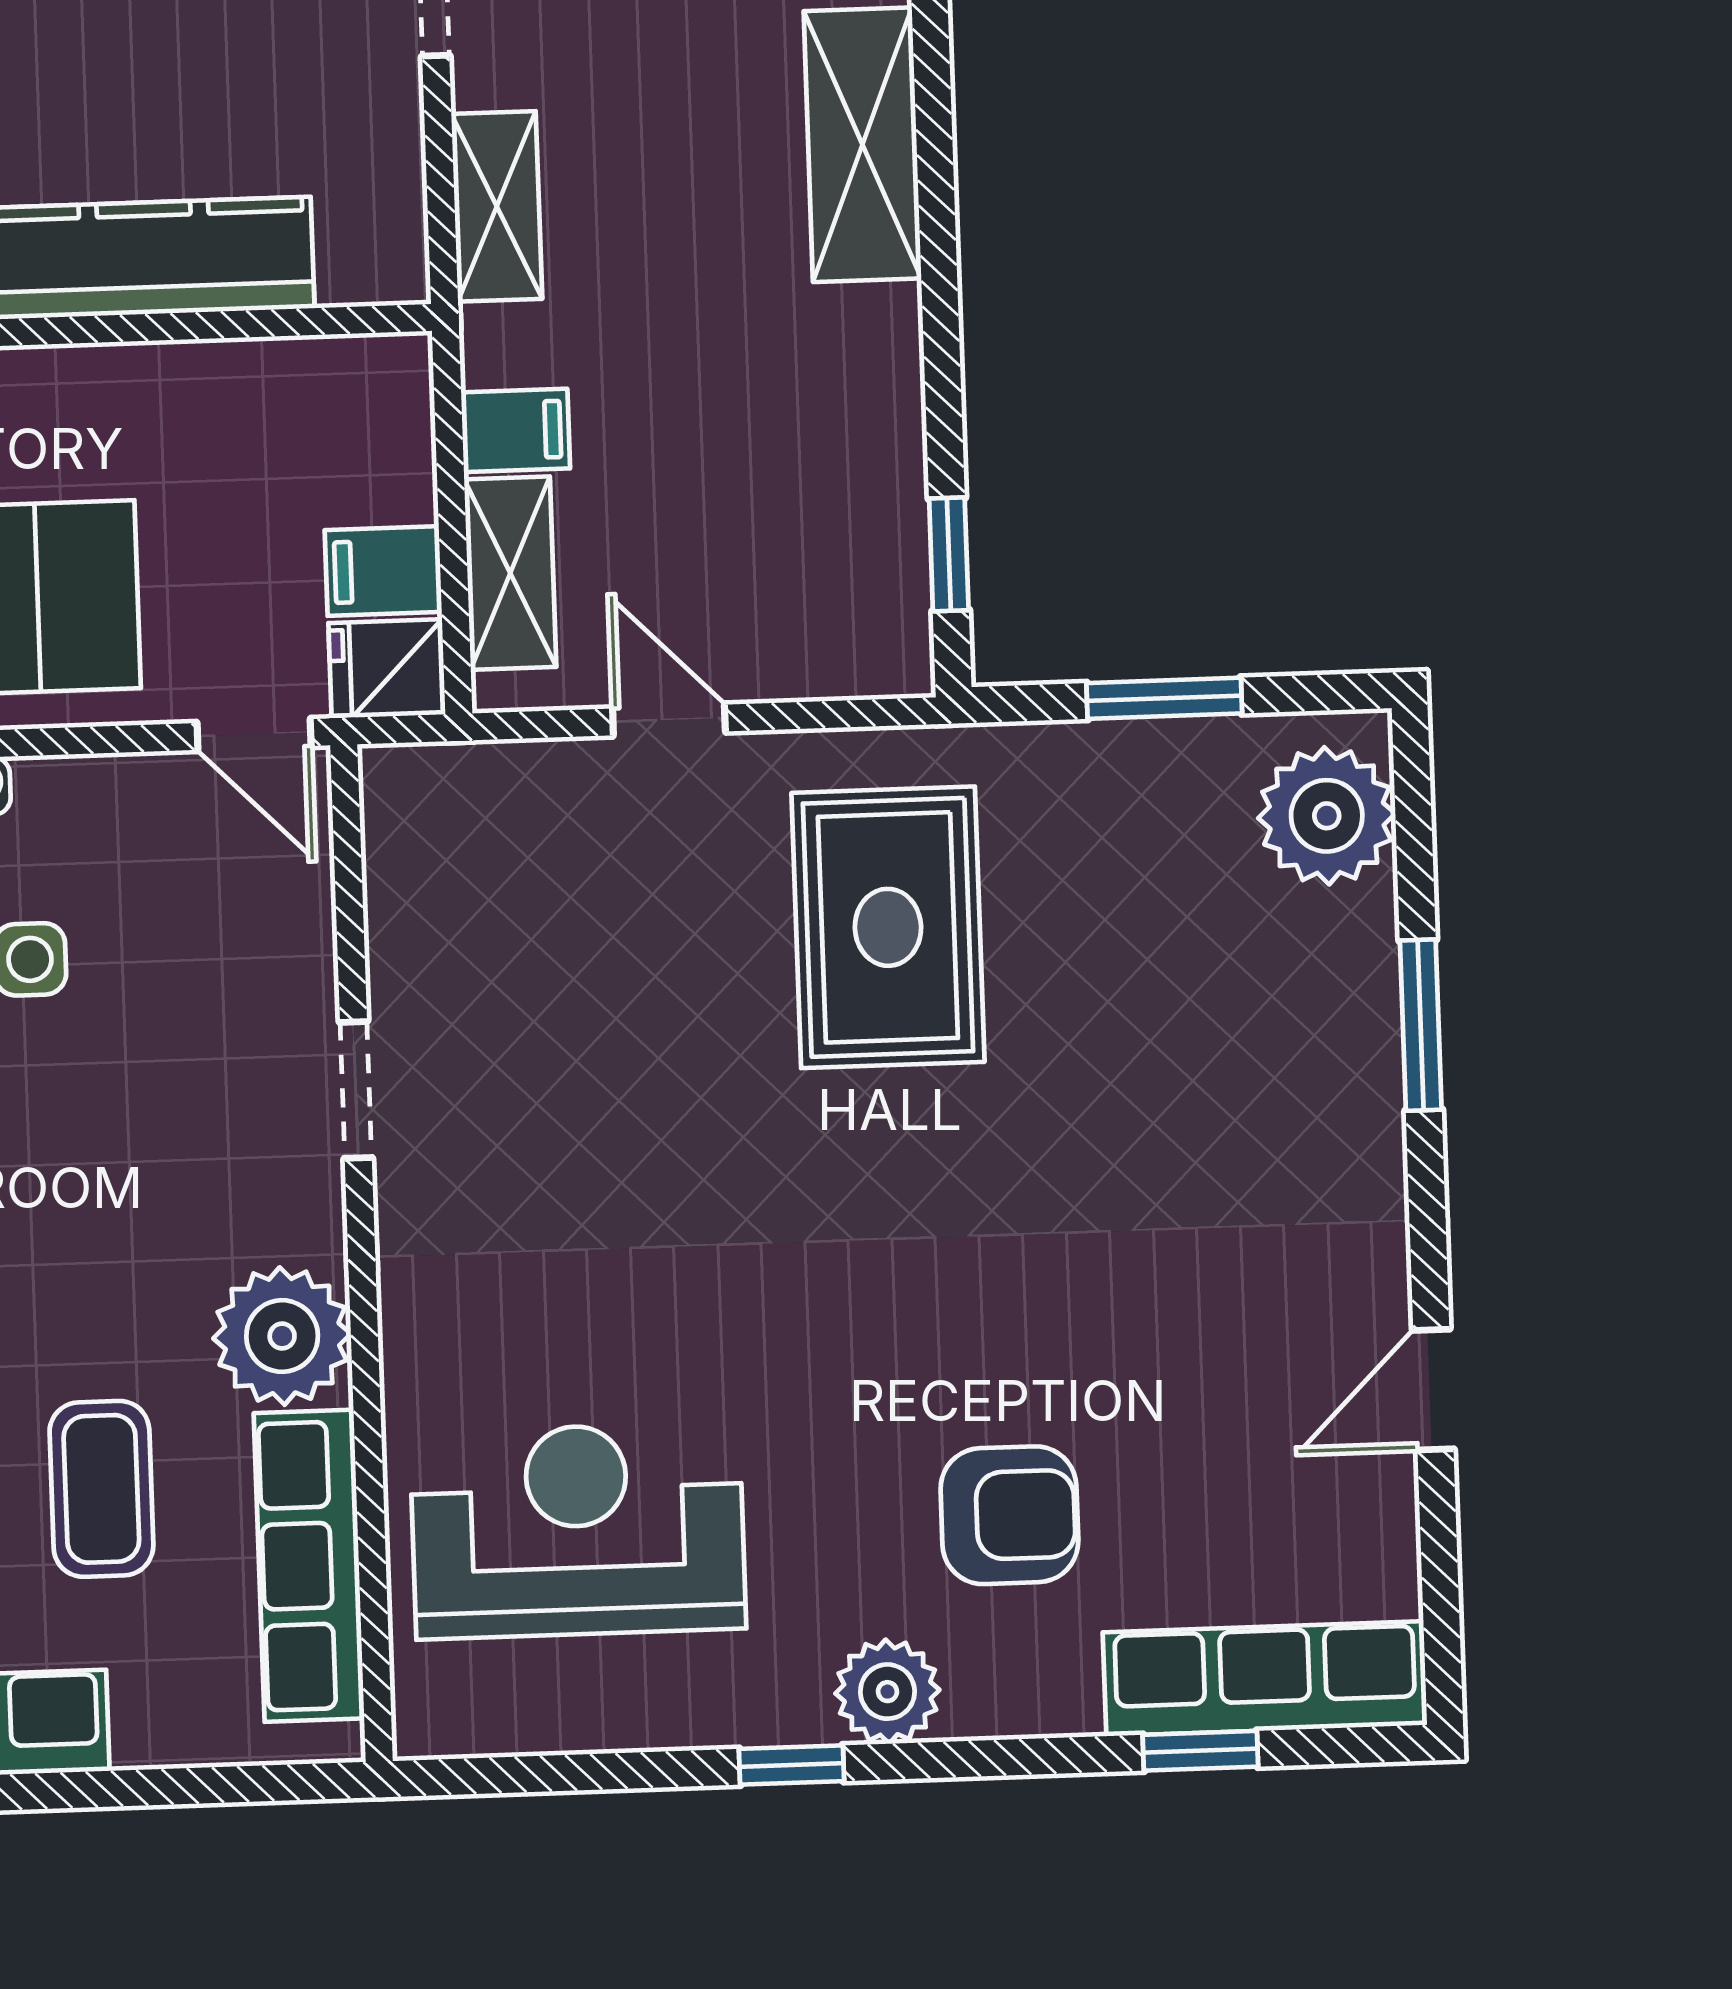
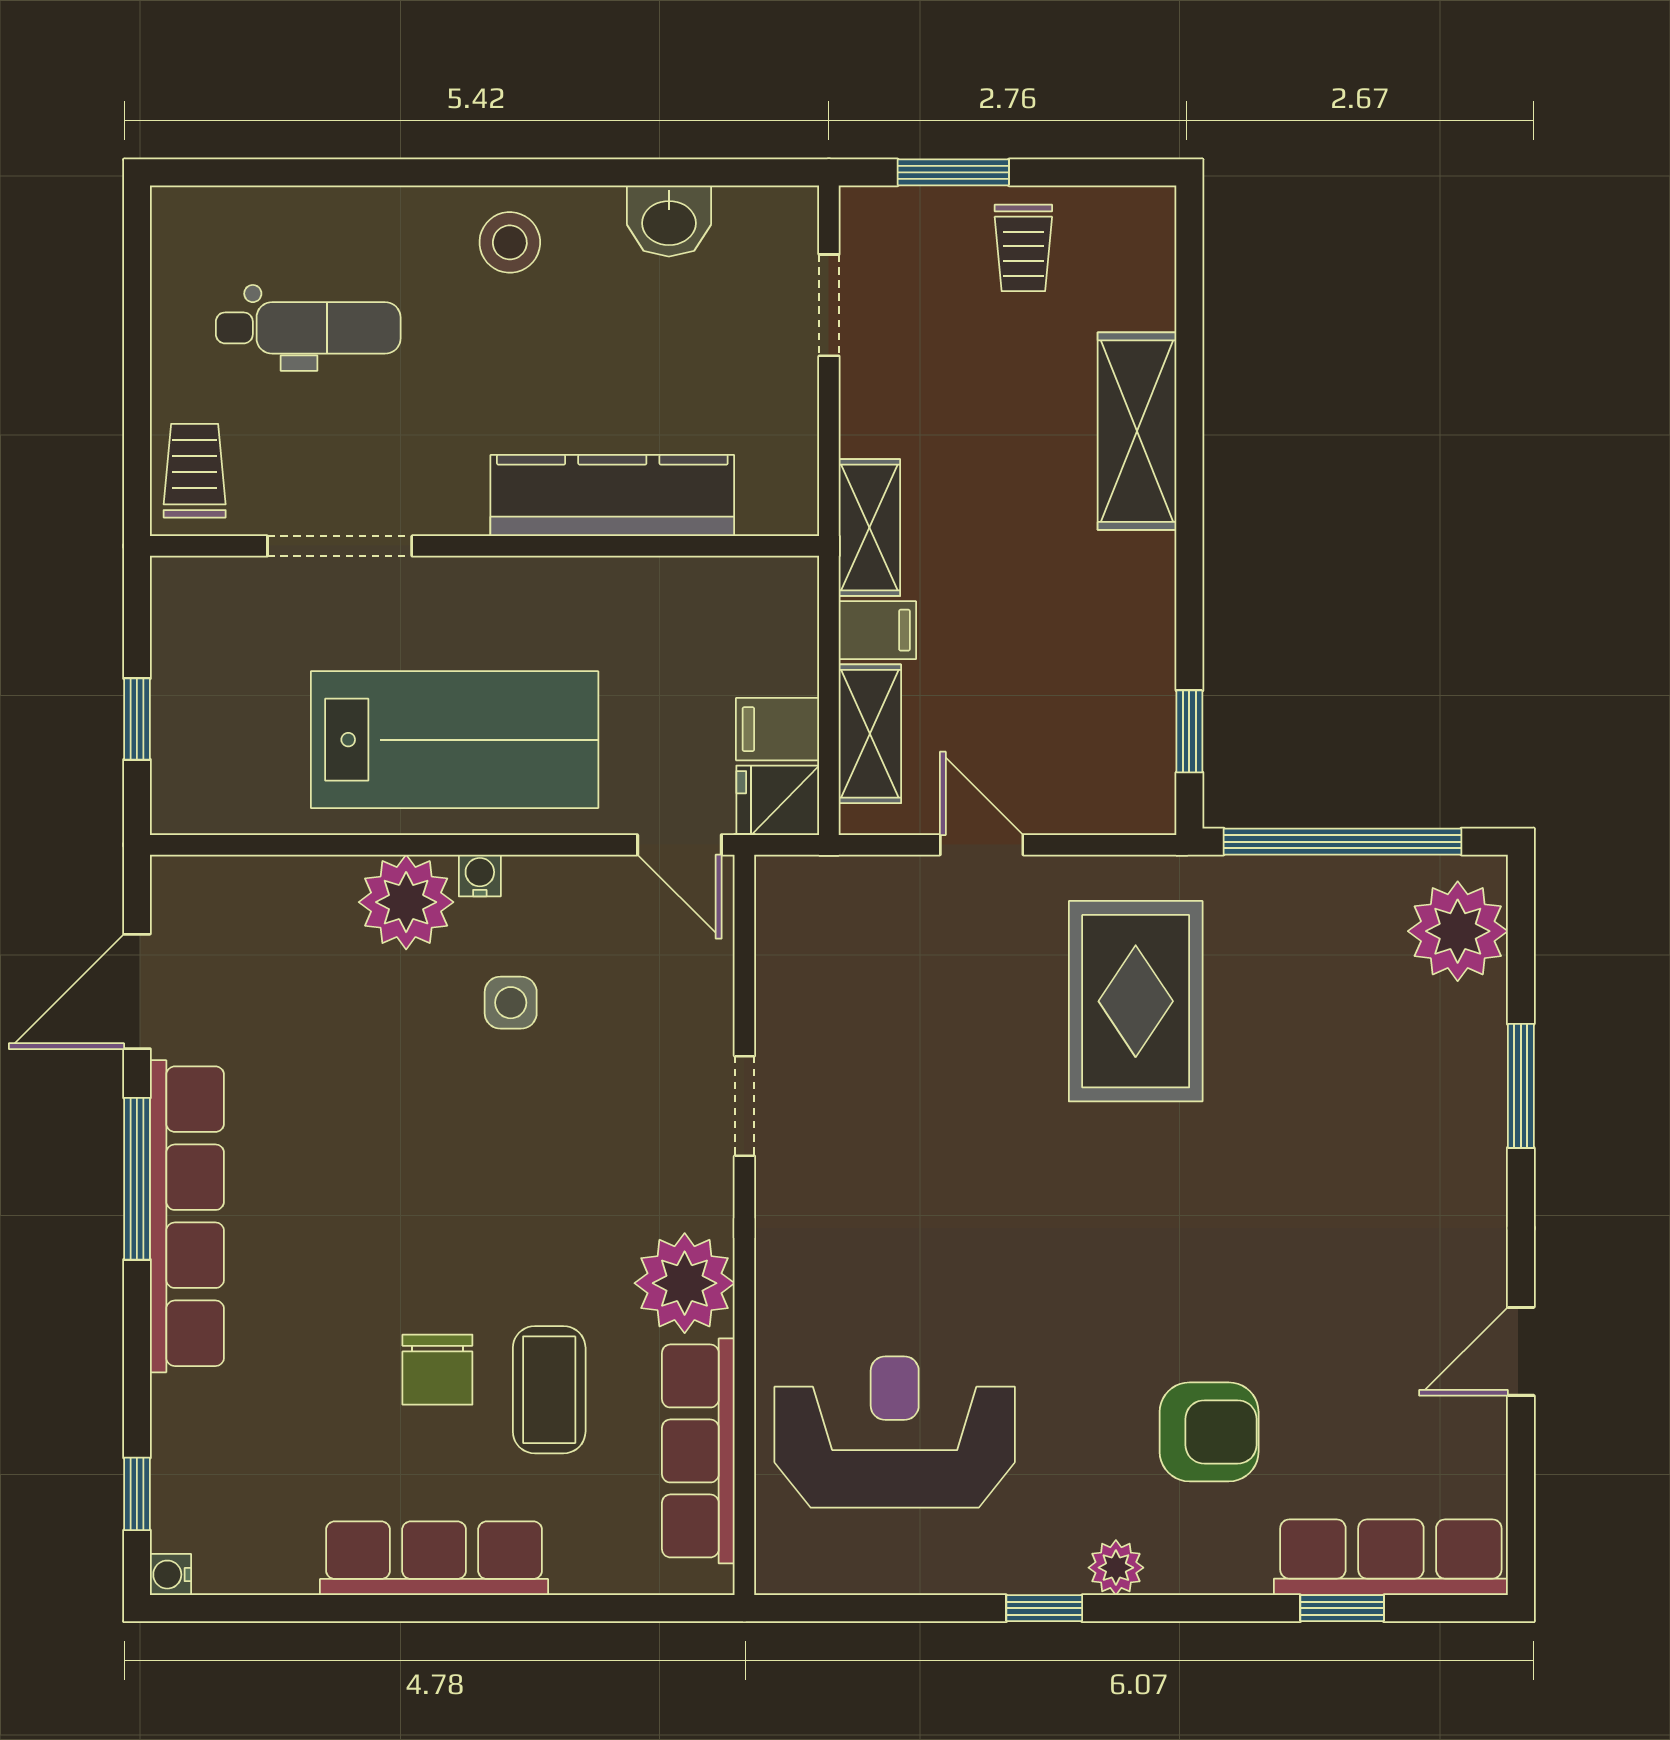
shelving: (497, 206) -> (869, 528), moved
window: (1164, 698) -> (1342, 842), width x2.11
plant: (887, 1692) -> (1116, 1568), width x0.73, depth x0.73

